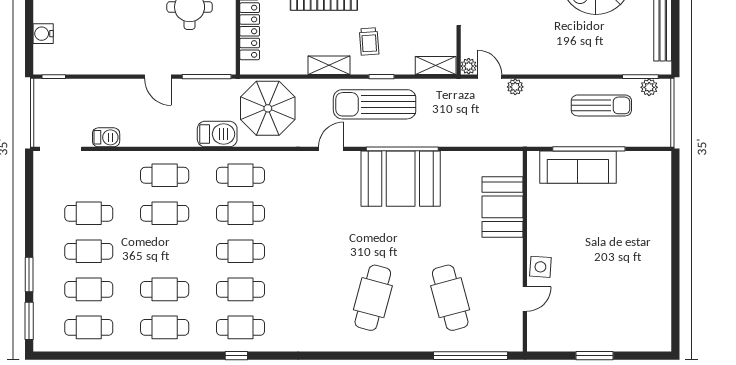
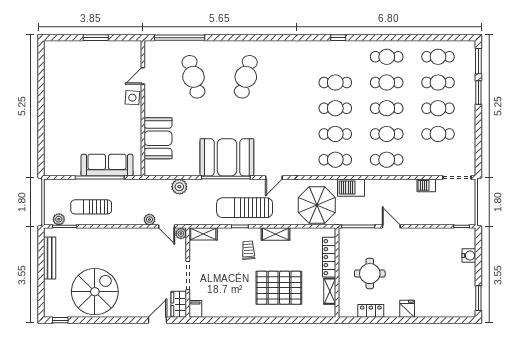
sun lounger: (375, 104) -> (245, 208), turned 180
plant: (471, 135) -> (179, 187), added
cafe table: (241, 327) -> (387, 108), moved

